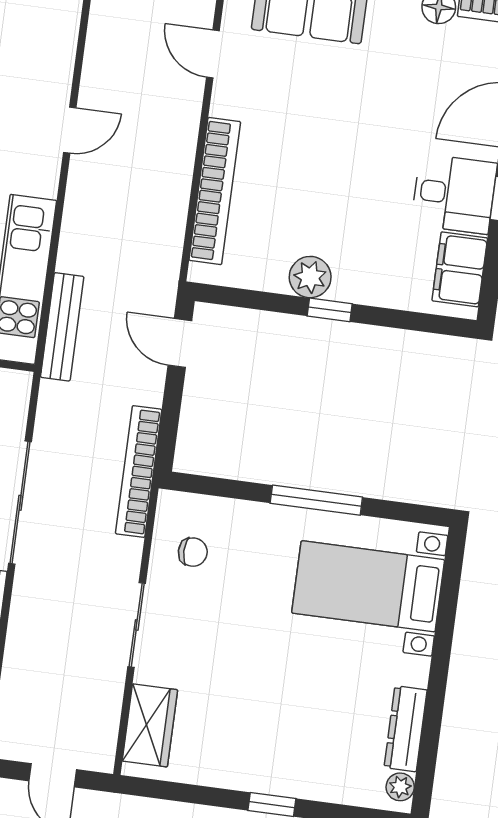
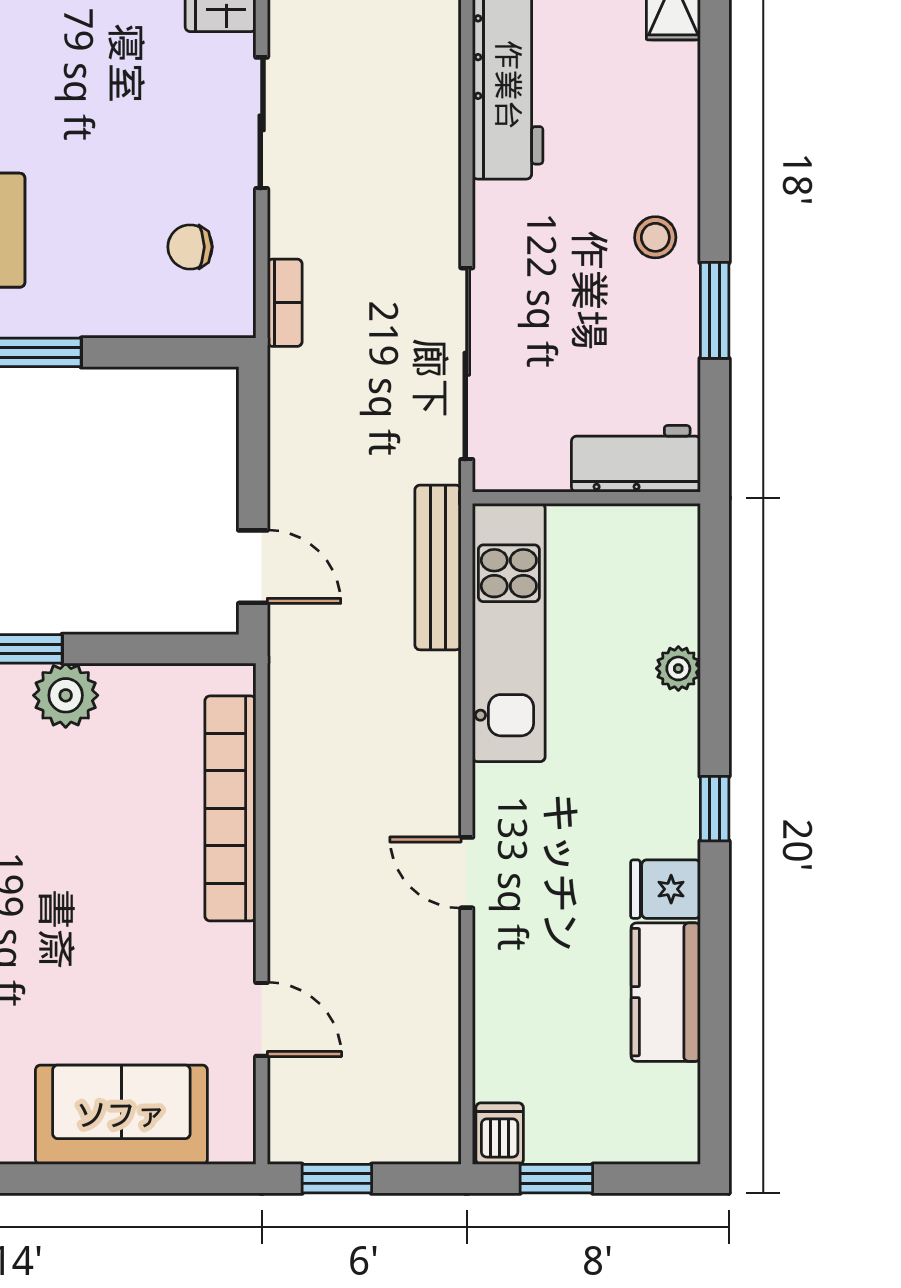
door: (70, 130) -> (467, 873), hinge flipped
bookcase: (139, 472) -> (285, 303), width x0.43, depth x0.76
sliding door: (20, 503) -> (467, 364), moved

